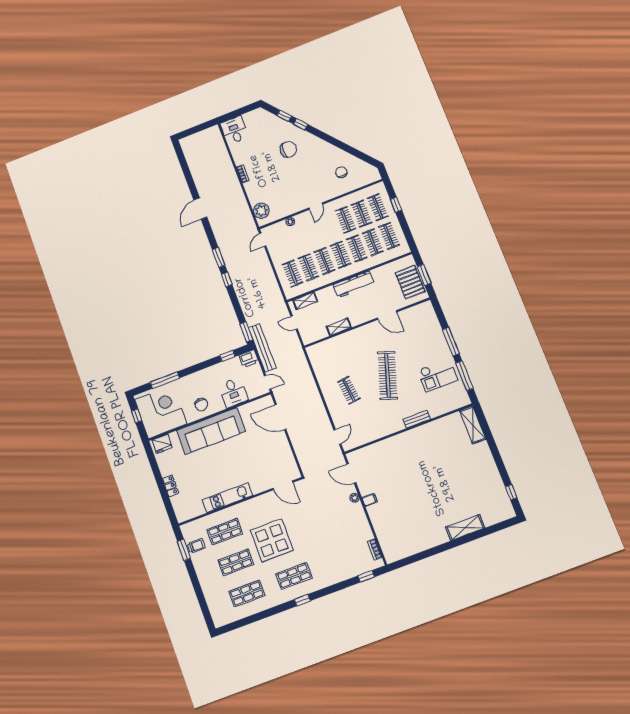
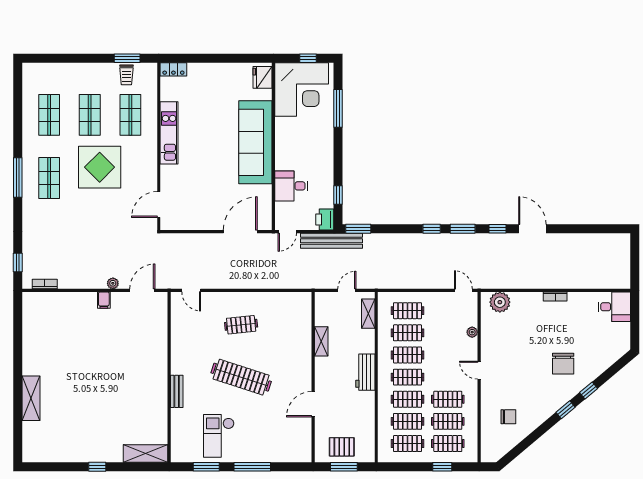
window: (284, 116) -> (566, 410), moved
window: (209, 233) -> (498, 229), added
pallet: (410, 282) -> (342, 447), width x0.67, depth x0.71
workbench: (354, 284) -> (365, 372), width x0.73
window: (464, 376) -> (206, 467), width x0.69
chair: (201, 405) -> (292, 142), removed
locker: (170, 486) -> (173, 69), moved
window: (511, 492) -> (97, 467), moved
window: (302, 600) -> (18, 178), width x2.17

